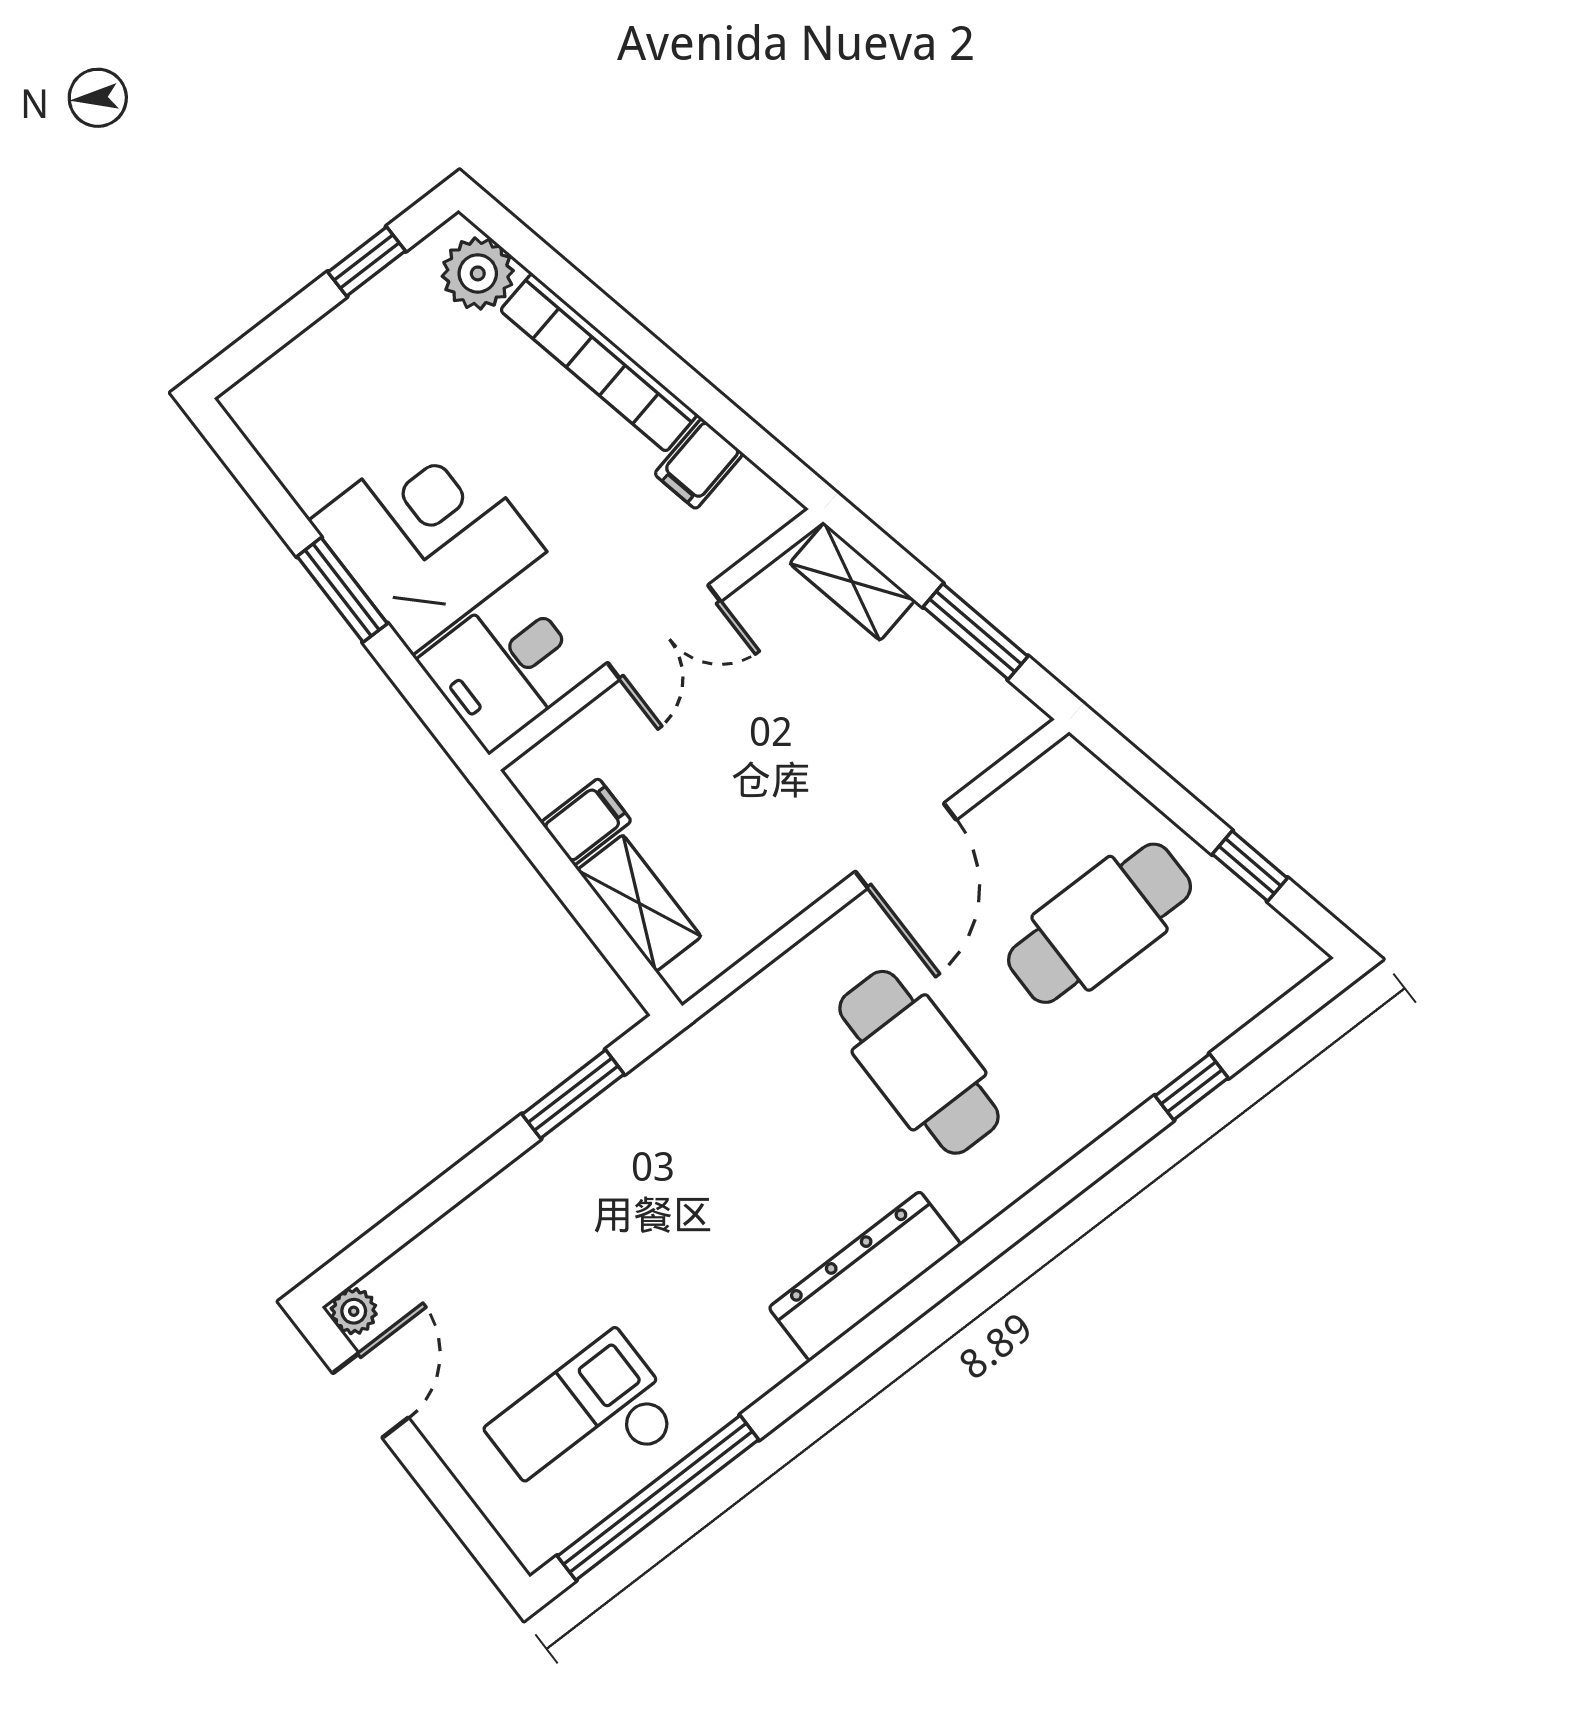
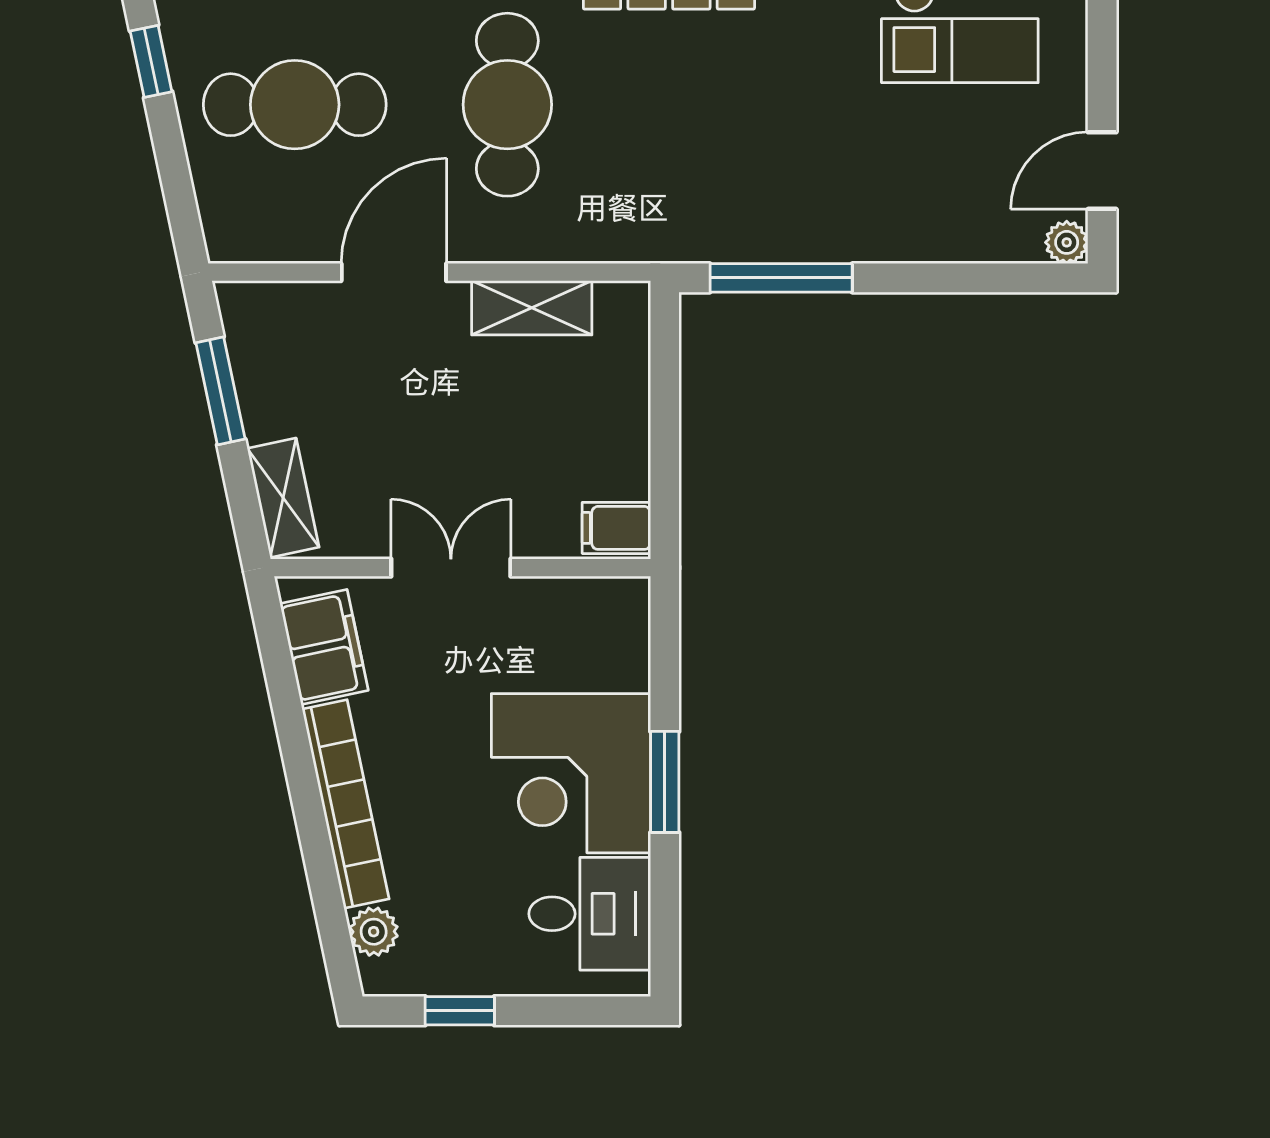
plant: (478, 273) -> (374, 932), width x0.73, depth x0.73
filing cabinet: (699, 464) -> (324, 647), width x2.00
desk: (504, 668) -> (590, 914), moved
filing cabinet: (586, 822) -> (616, 528), moved
shelving: (639, 903) -> (532, 308), moved, turned 90
window: (573, 1094) -> (781, 278), width x1.44

